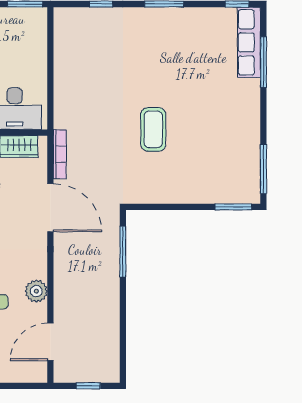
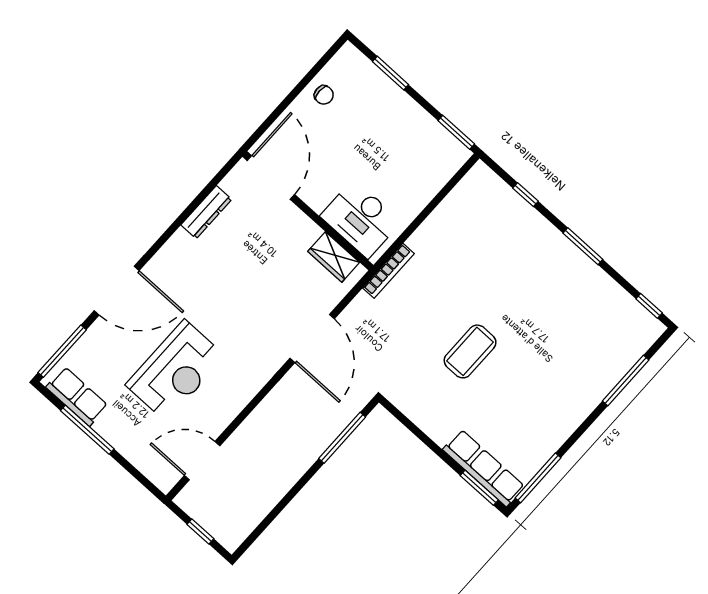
row of seats: (249, 42) -> (484, 468), moved, turned 90
bookcase: (60, 154) -> (388, 271), moved
plant: (36, 291) -> (231, 403), removed

